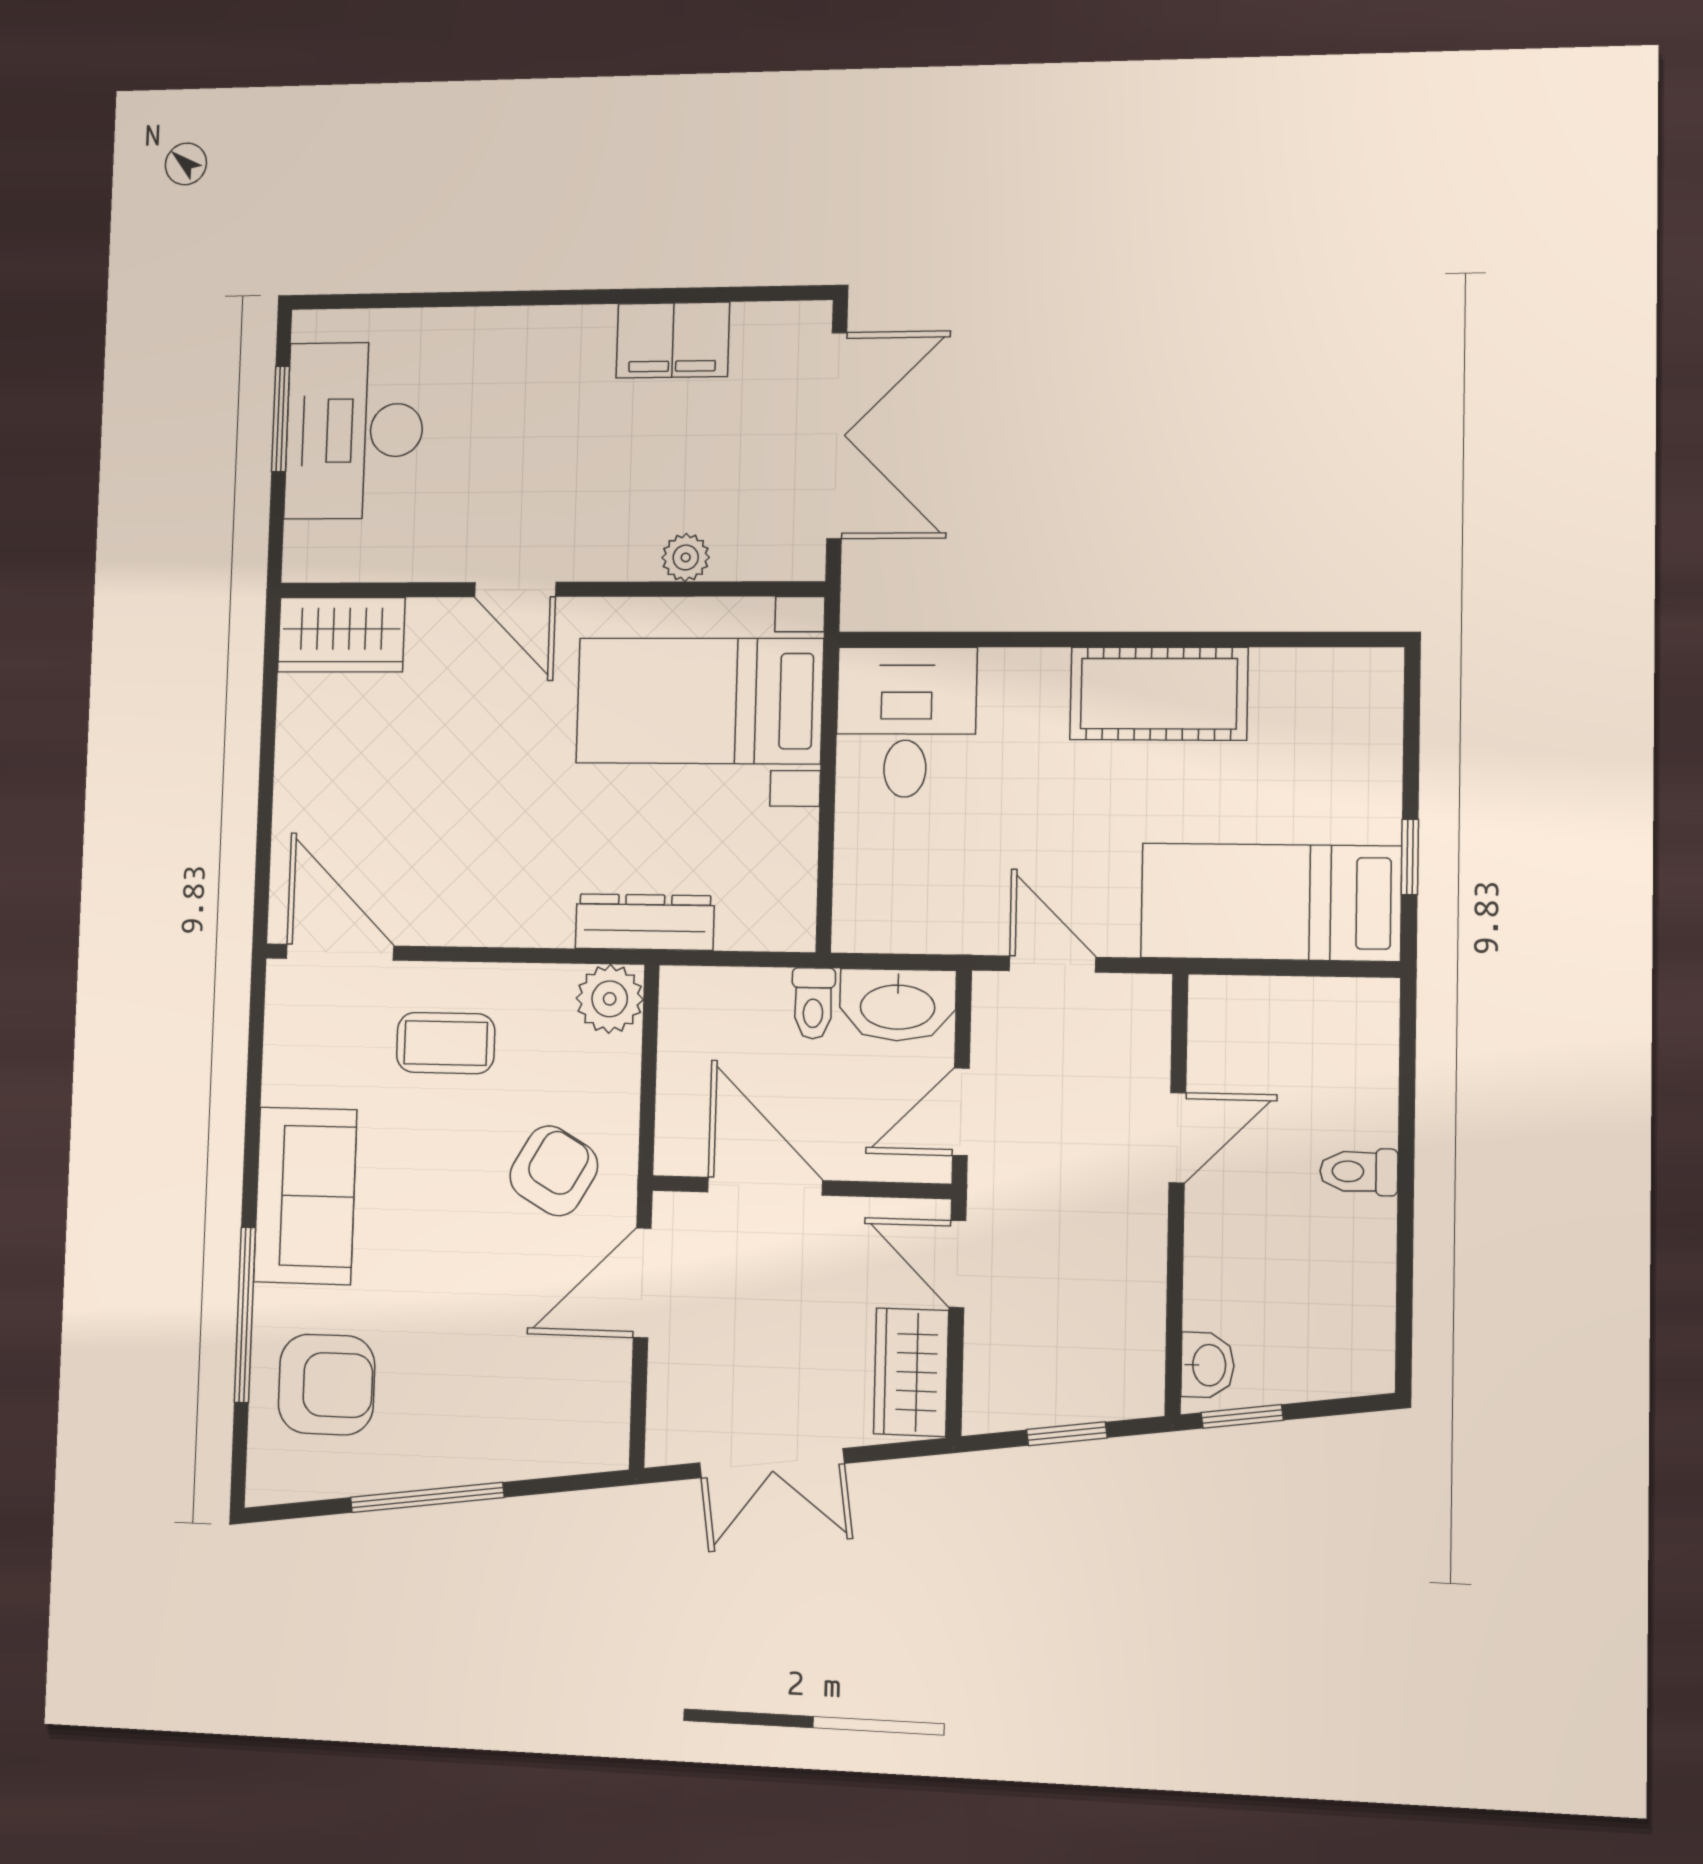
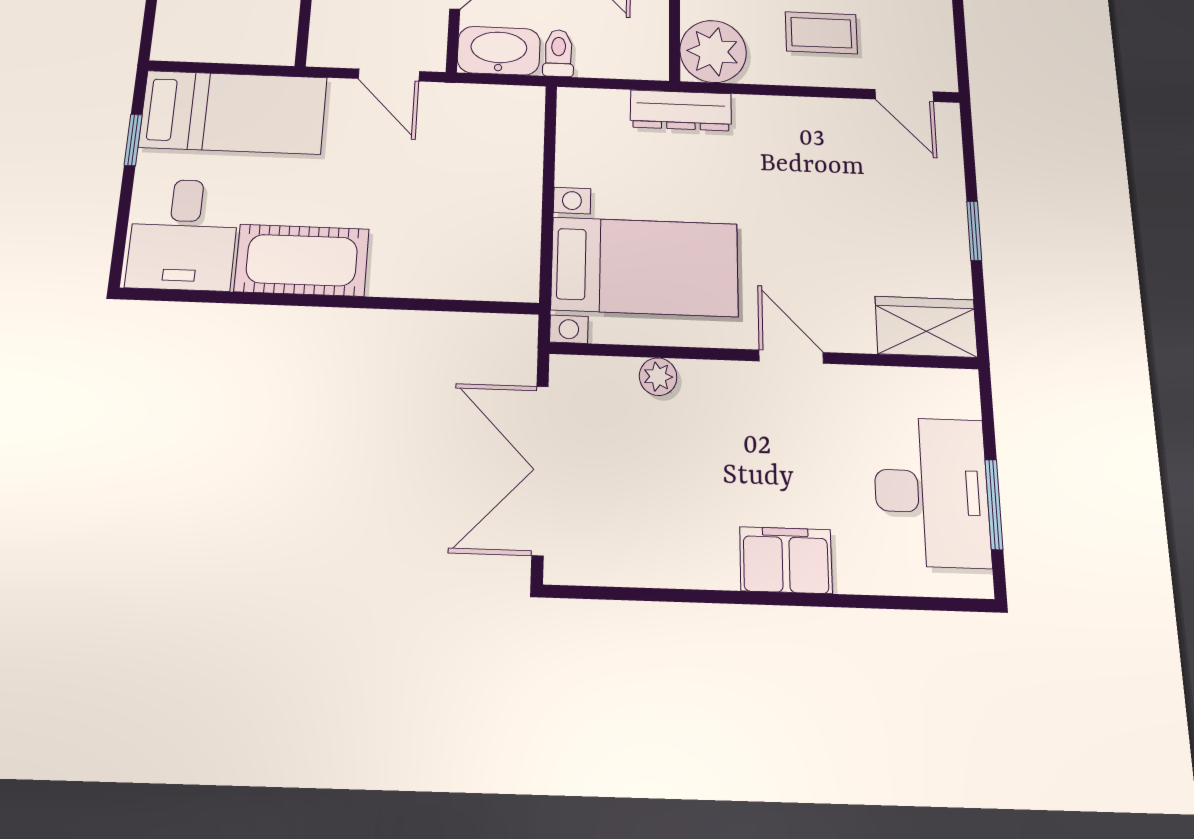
filing cabinet: (673, 340) -> (786, 560), moved
desk: (906, 722) -> (183, 234), moved
window: (267, 764) -> (974, 231), added
door: (340, 952) -> (904, 95), width x0.73
plant: (610, 999) -> (713, 51), width x1.36, depth x1.36

